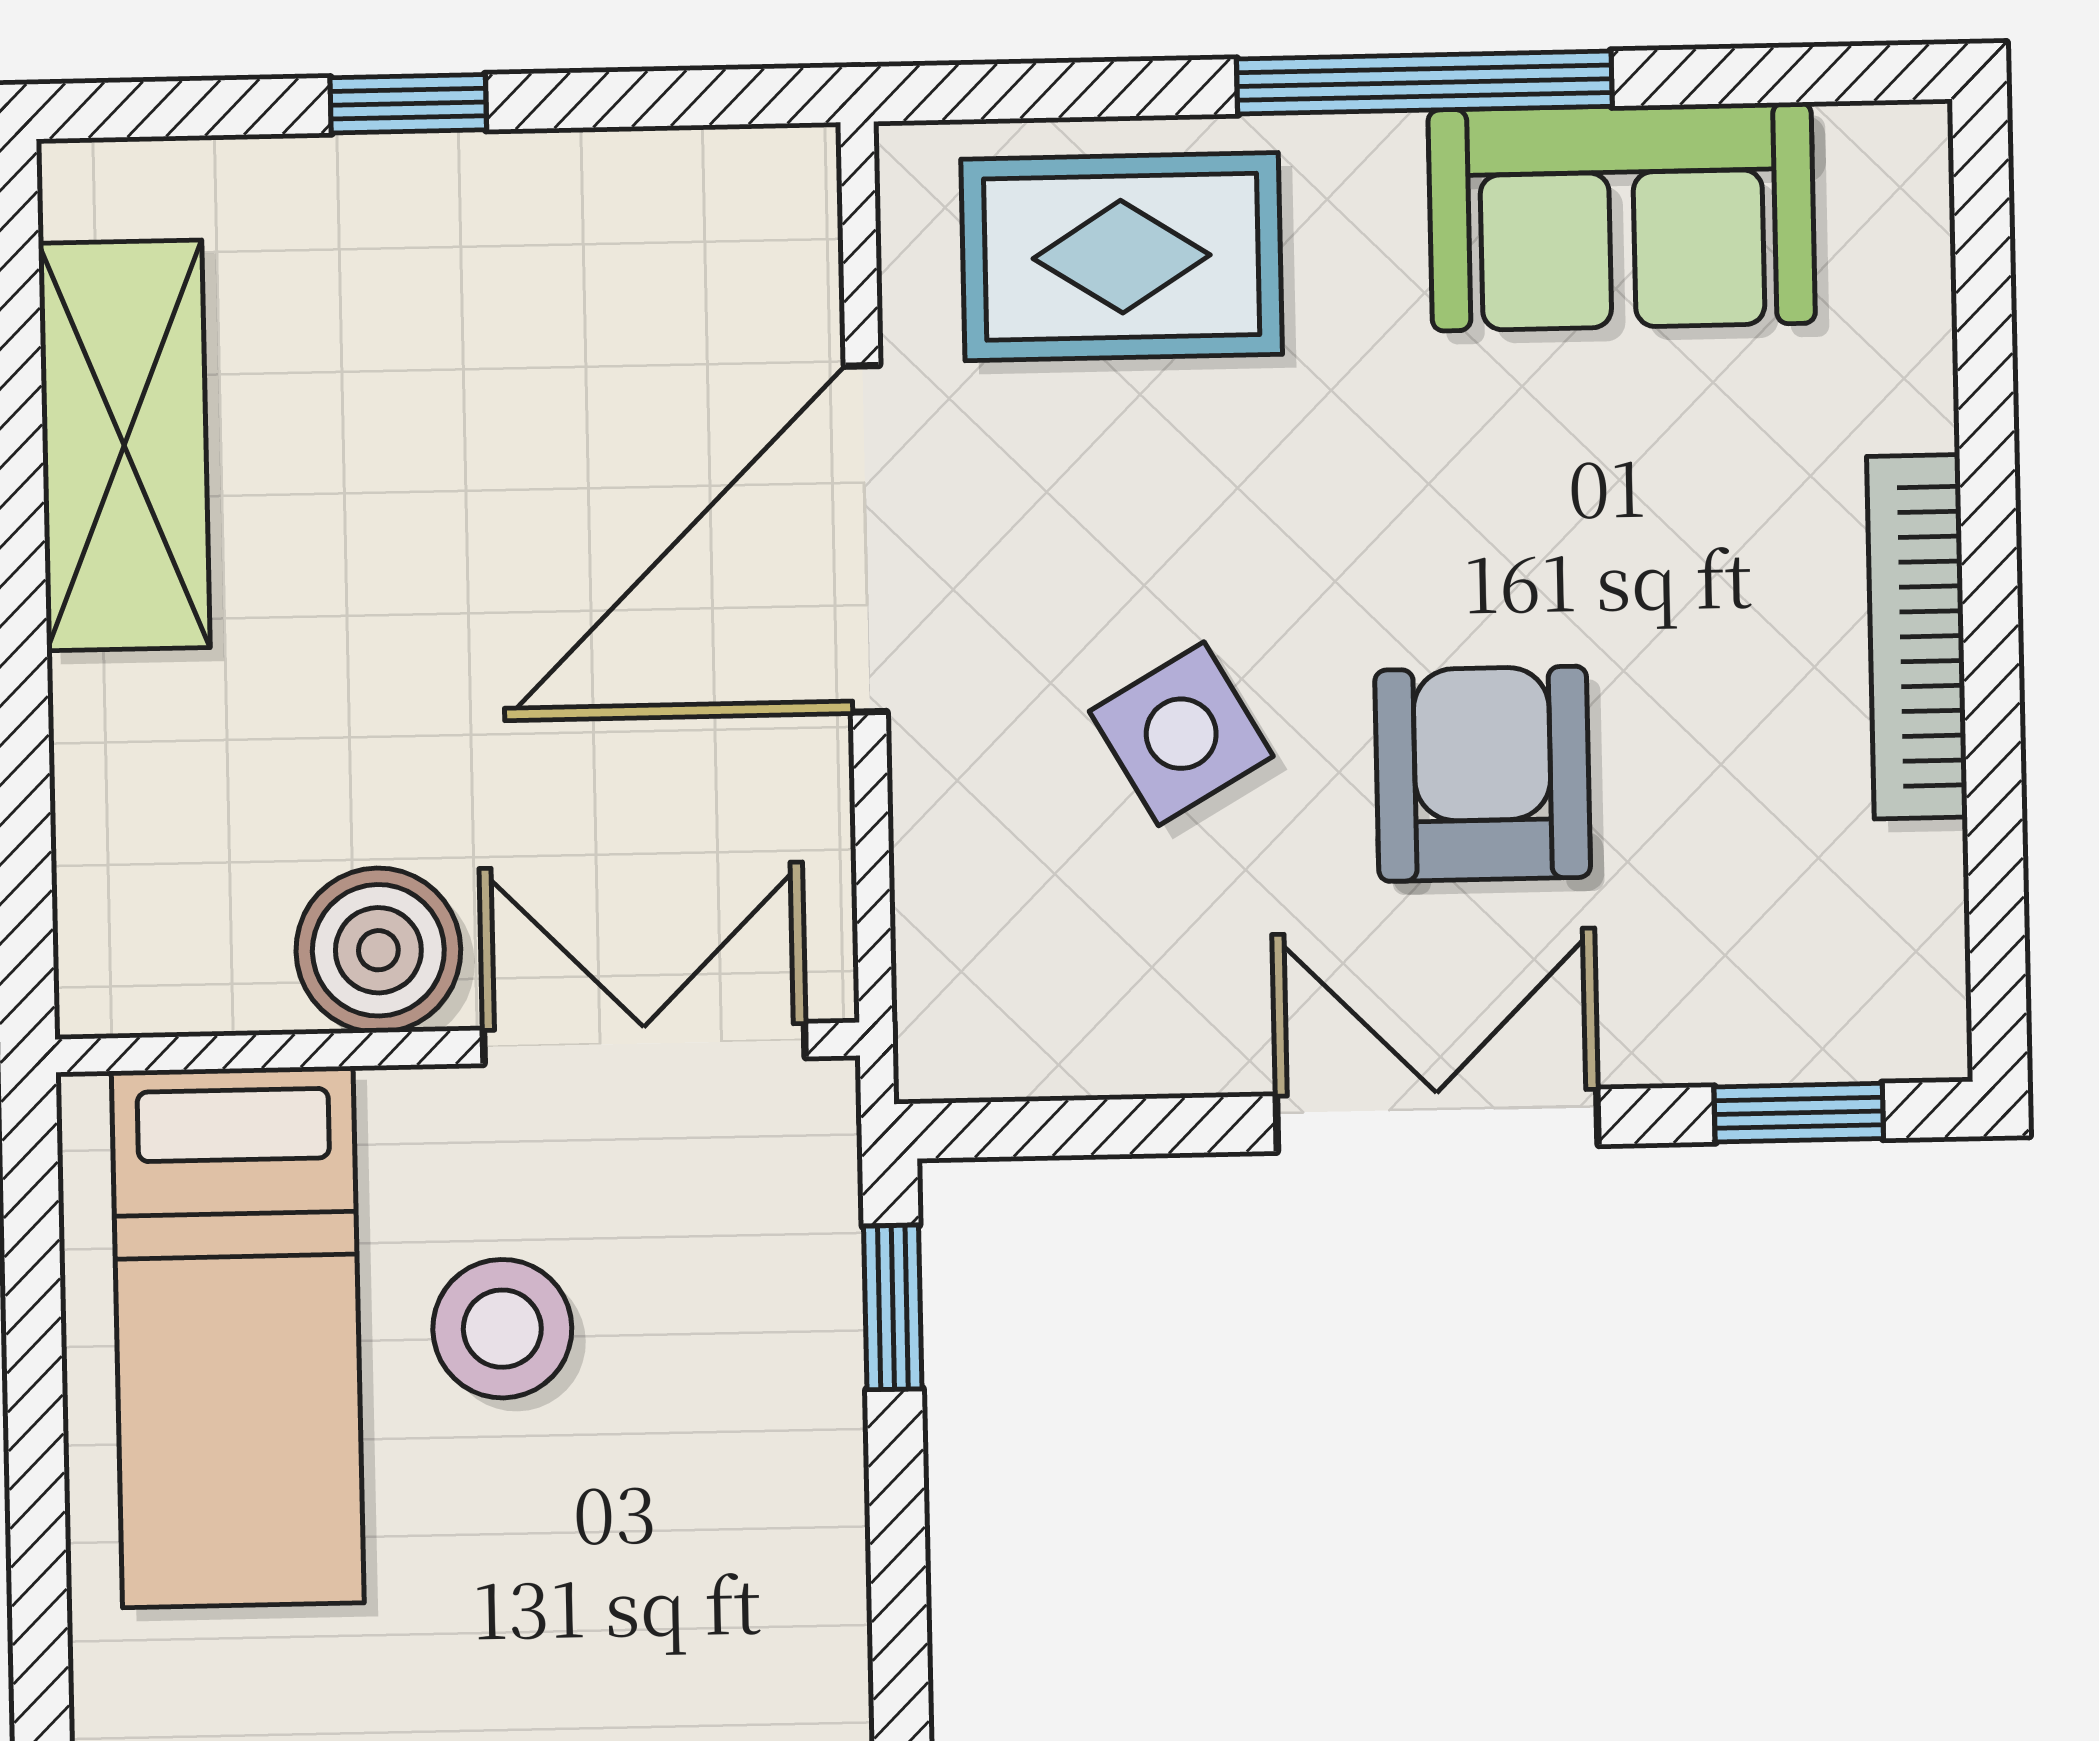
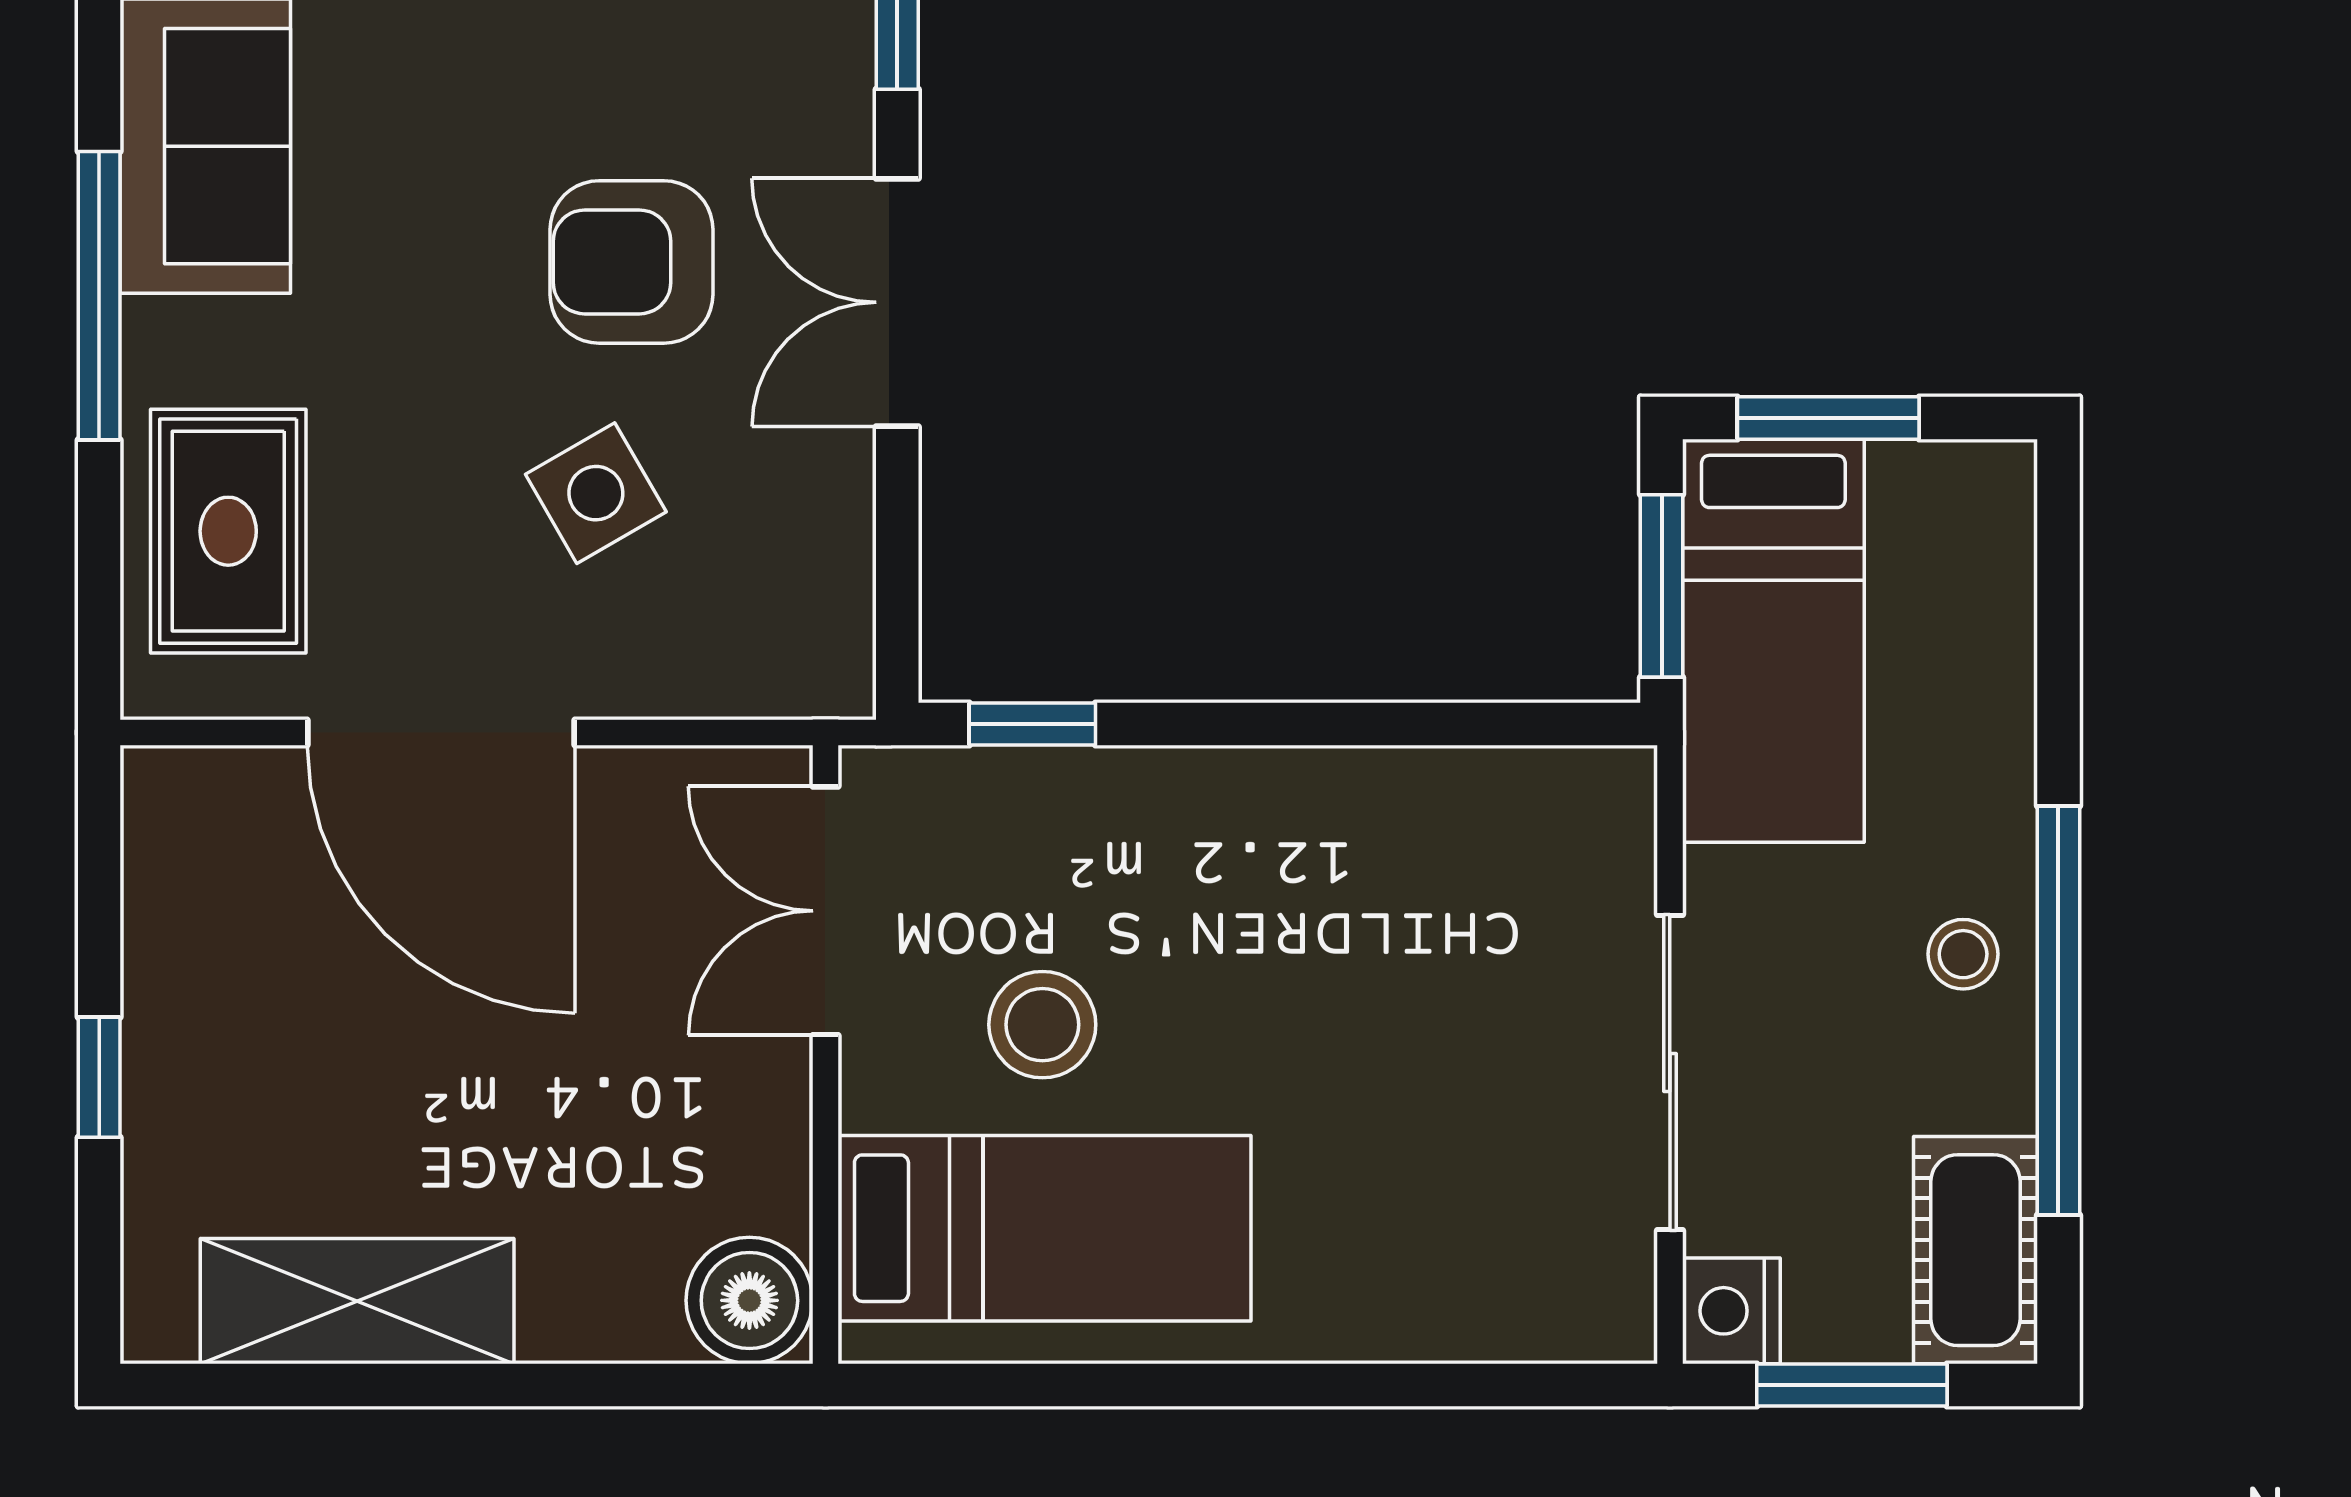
boiler: (378, 950) -> (749, 1300), moved

